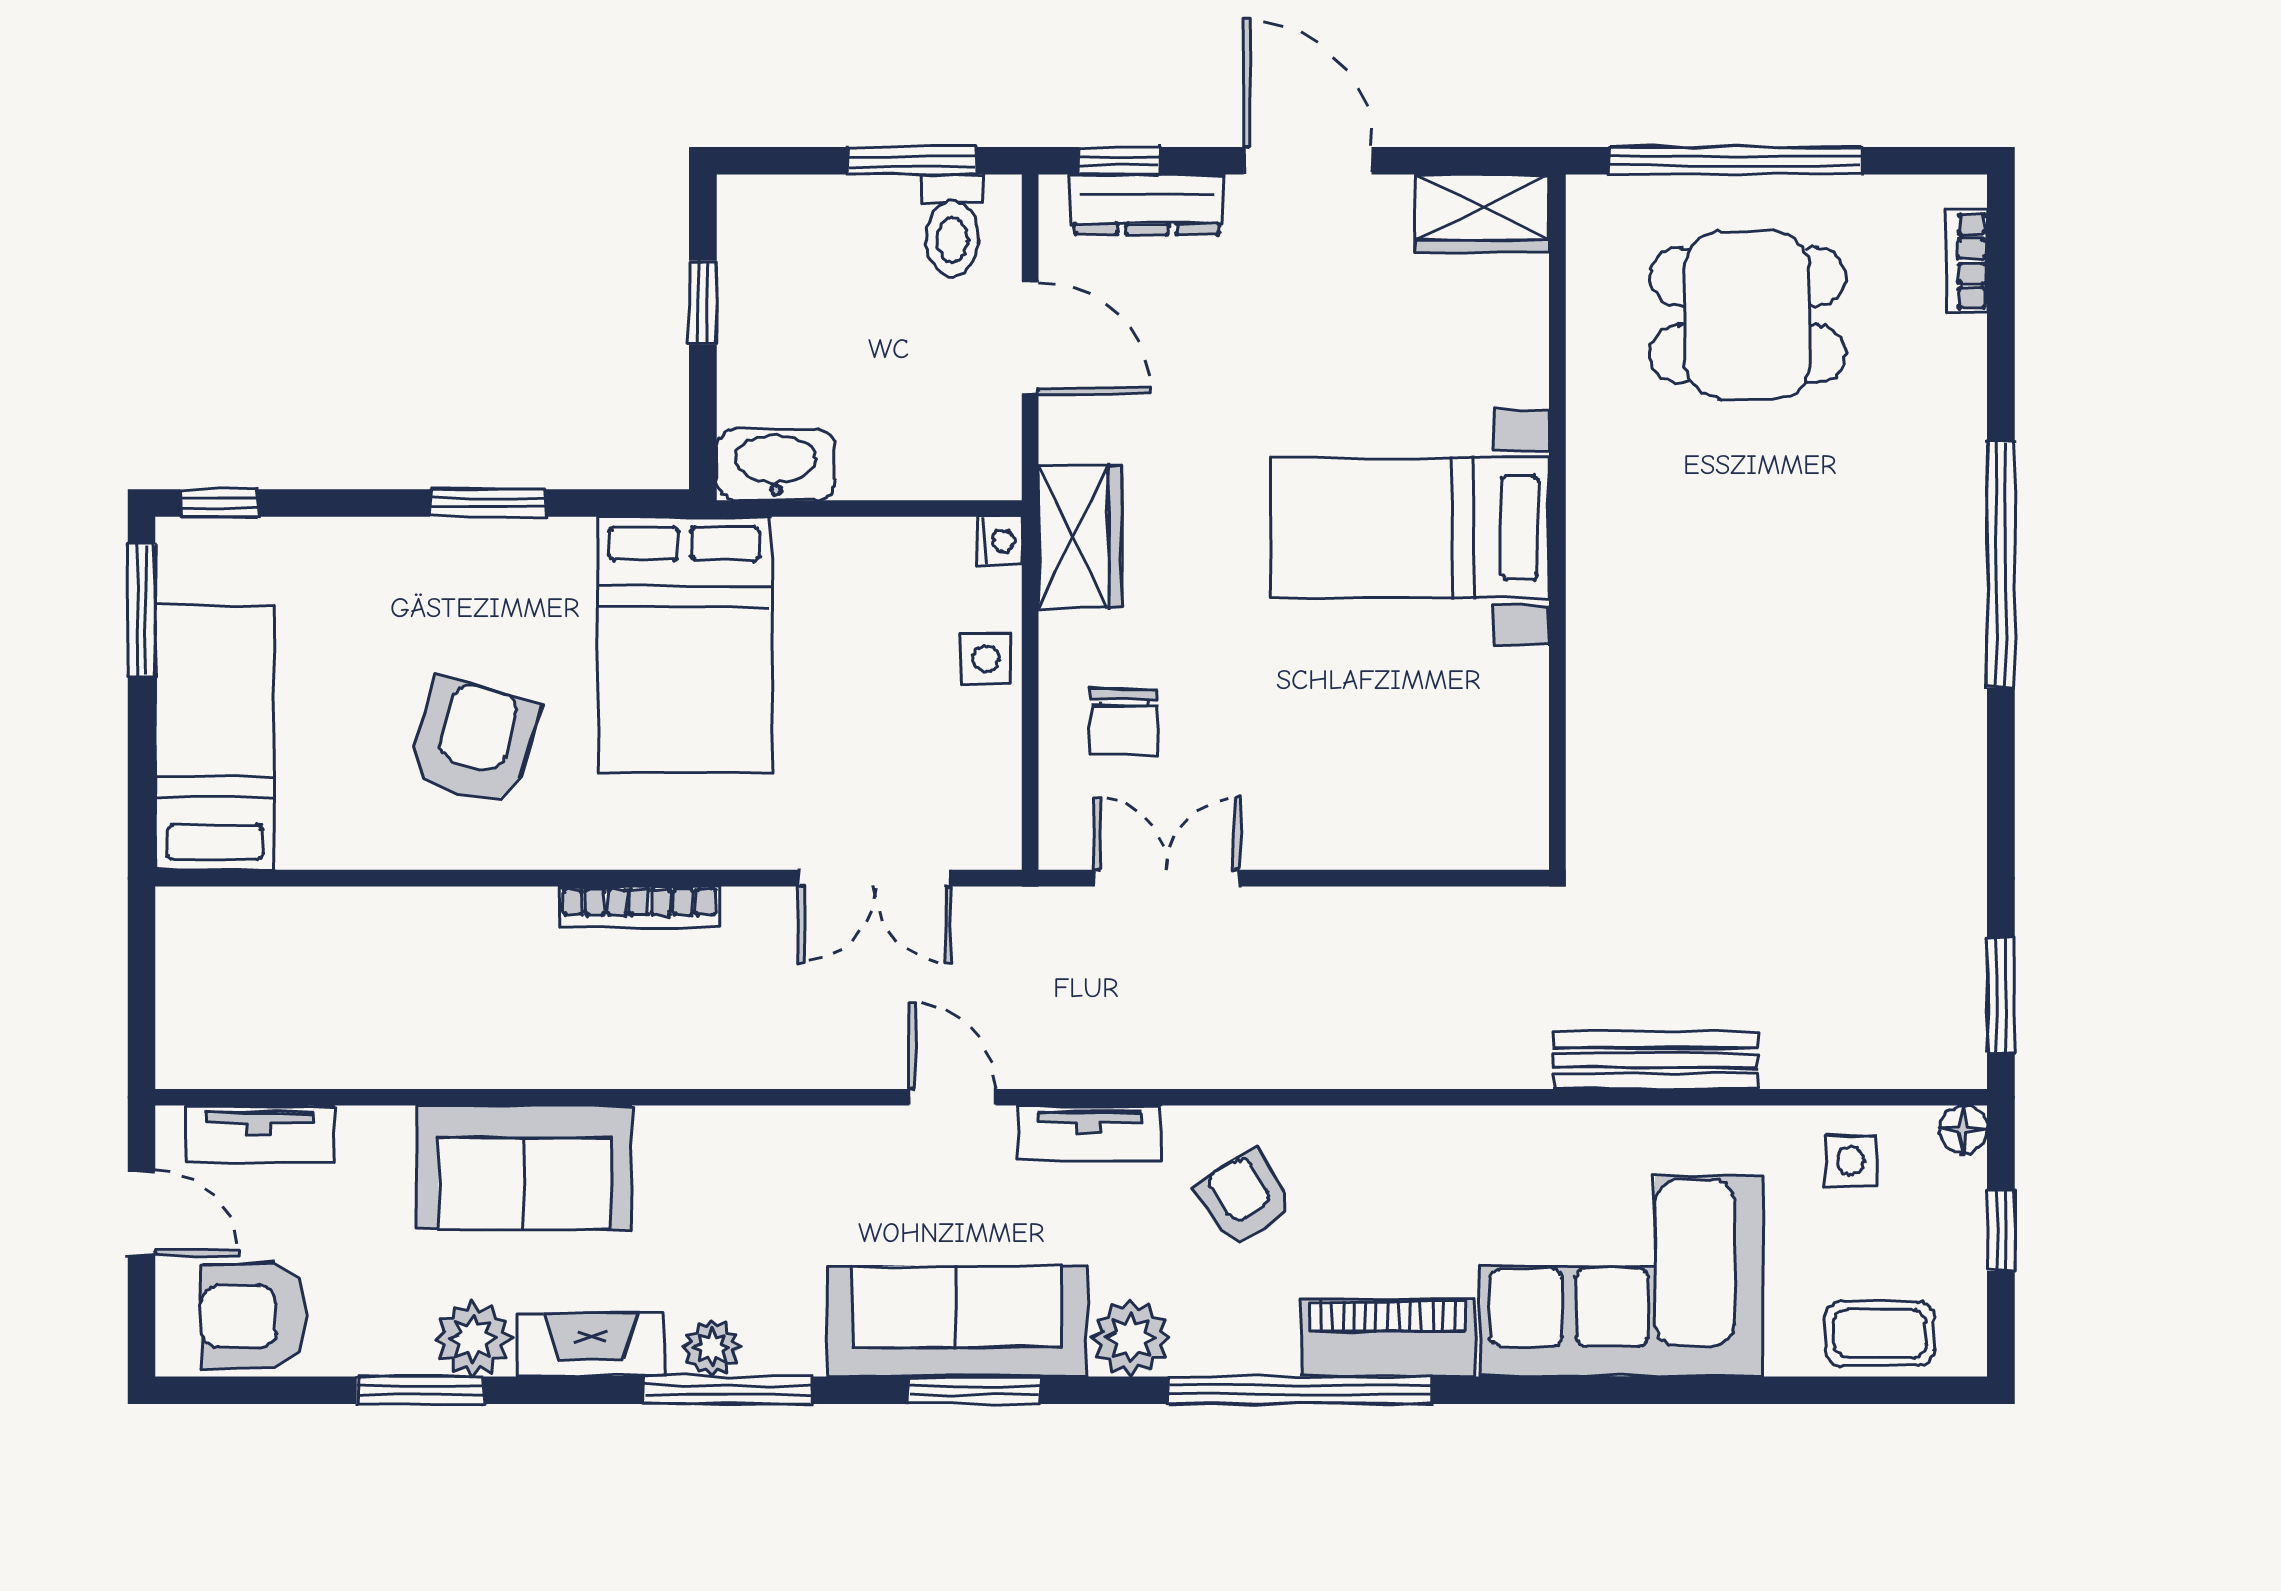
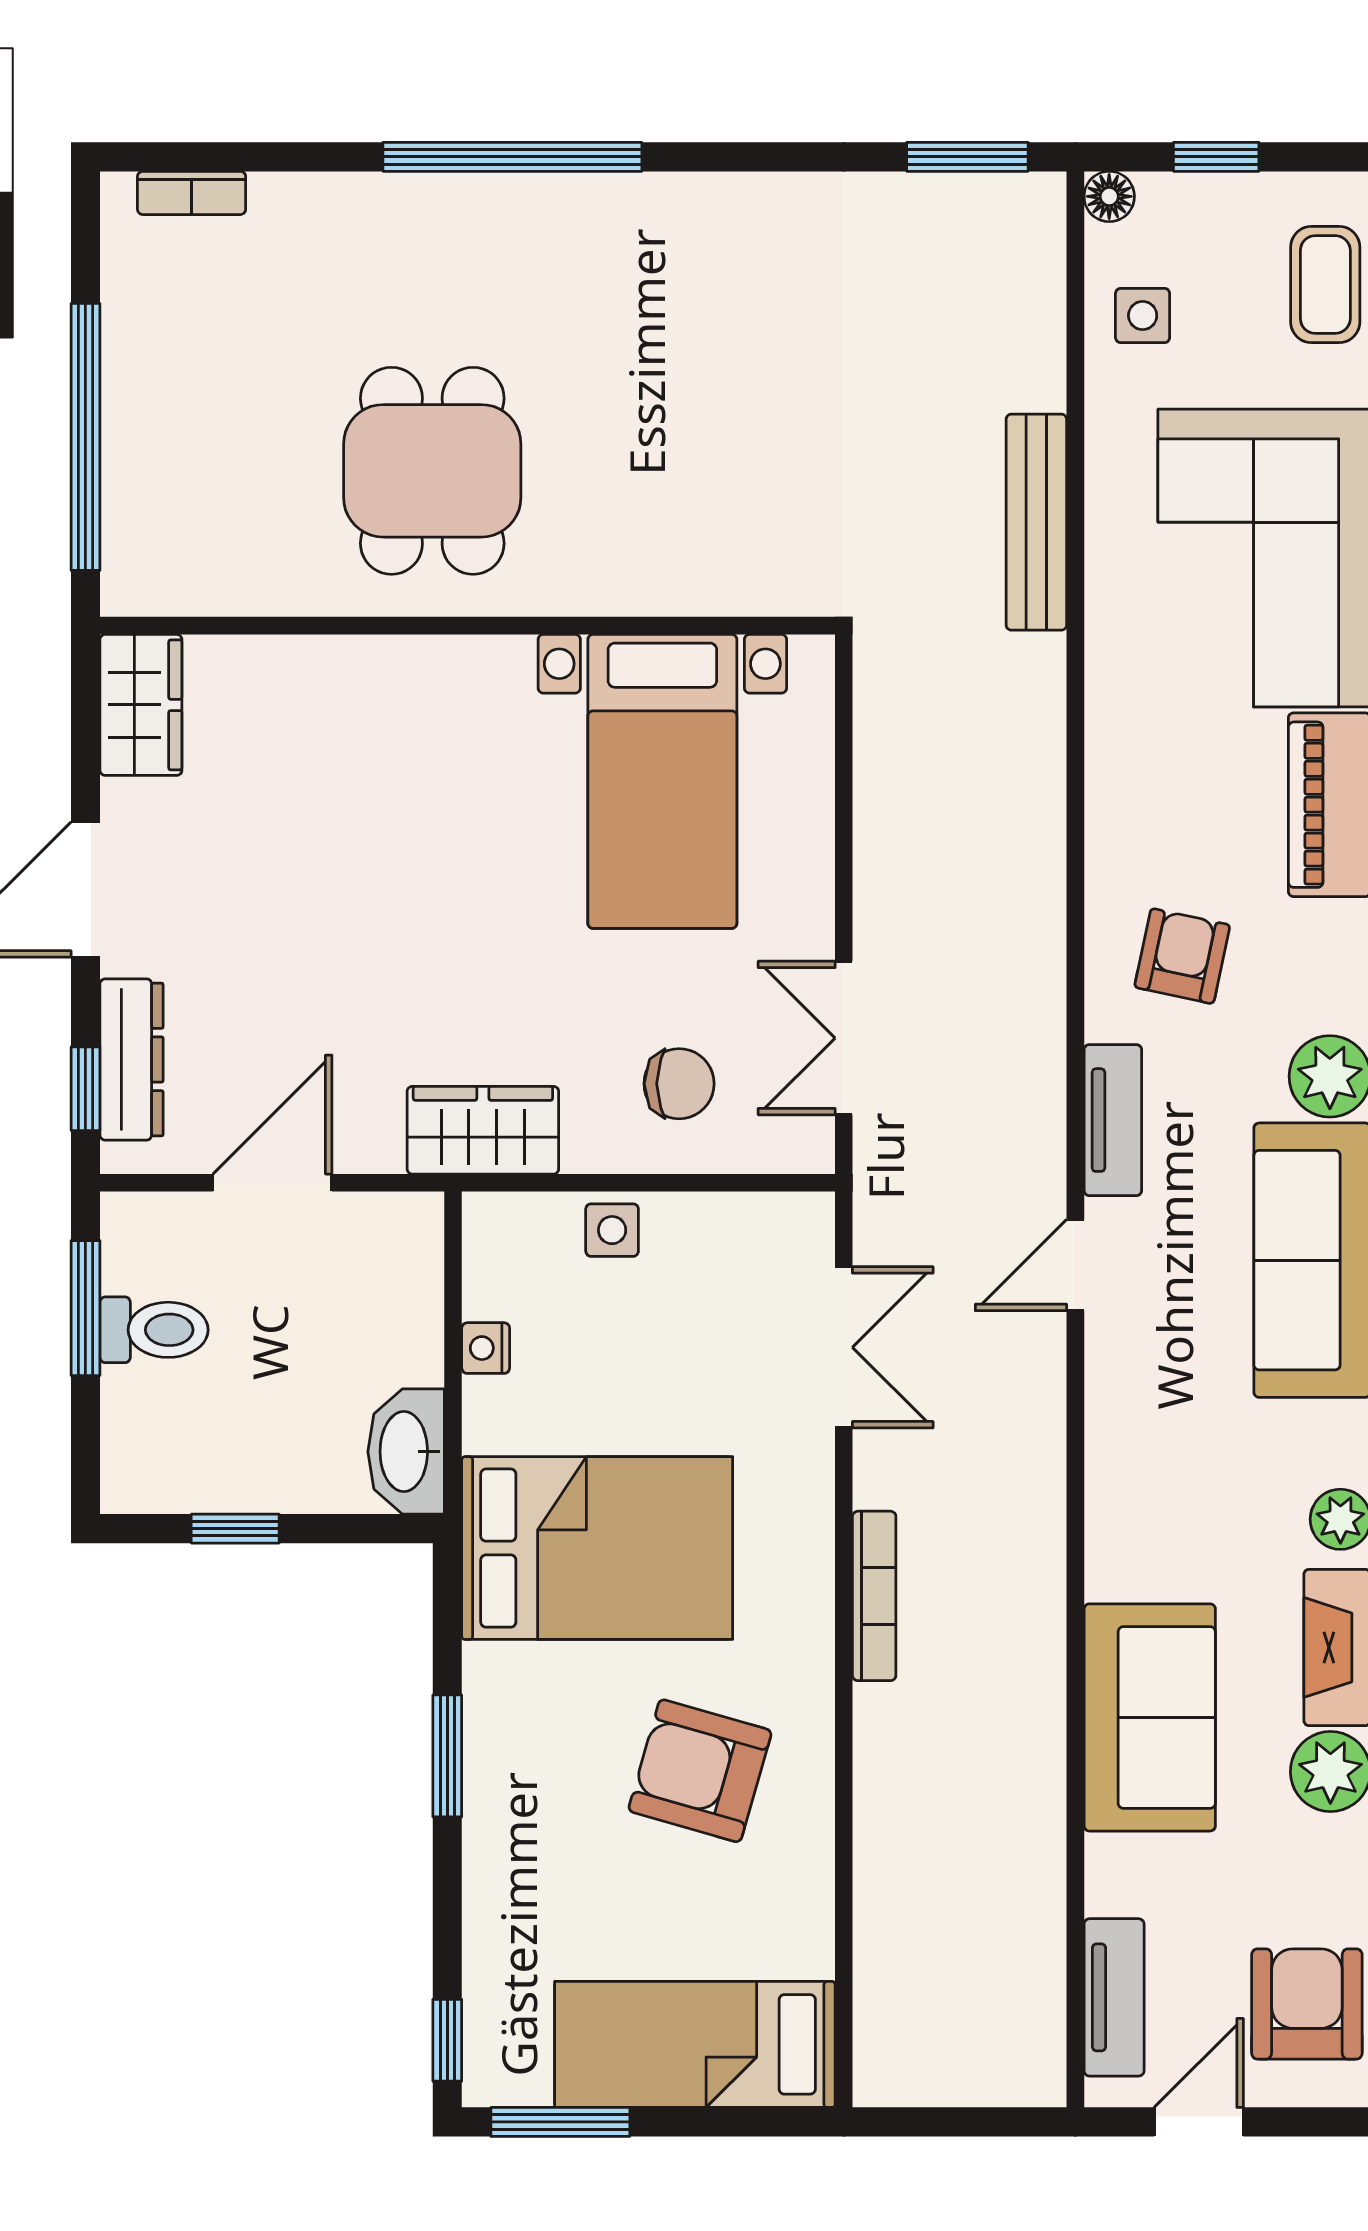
toilet: (952, 226) -> (154, 1330), moved
dining table: (1748, 315) -> (432, 471), moved
bed with nightstands: (1410, 528) -> (662, 781), moved
nightstand: (999, 541) -> (486, 1348), moved, turned -90
armchair: (1245, 1198) -> (1182, 956), turned 134
armchair: (253, 1316) -> (1307, 2004), turned 180

